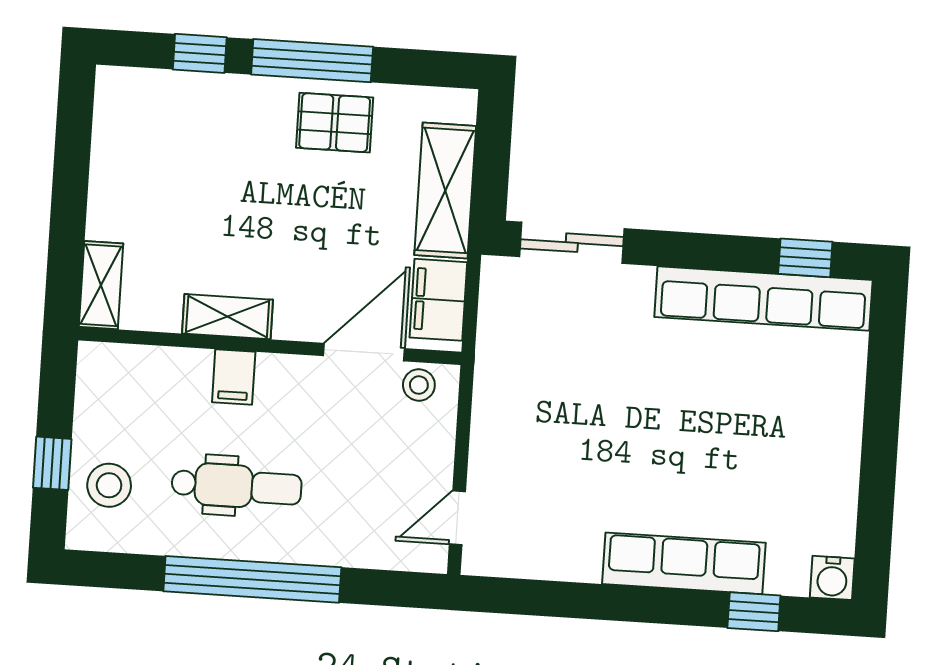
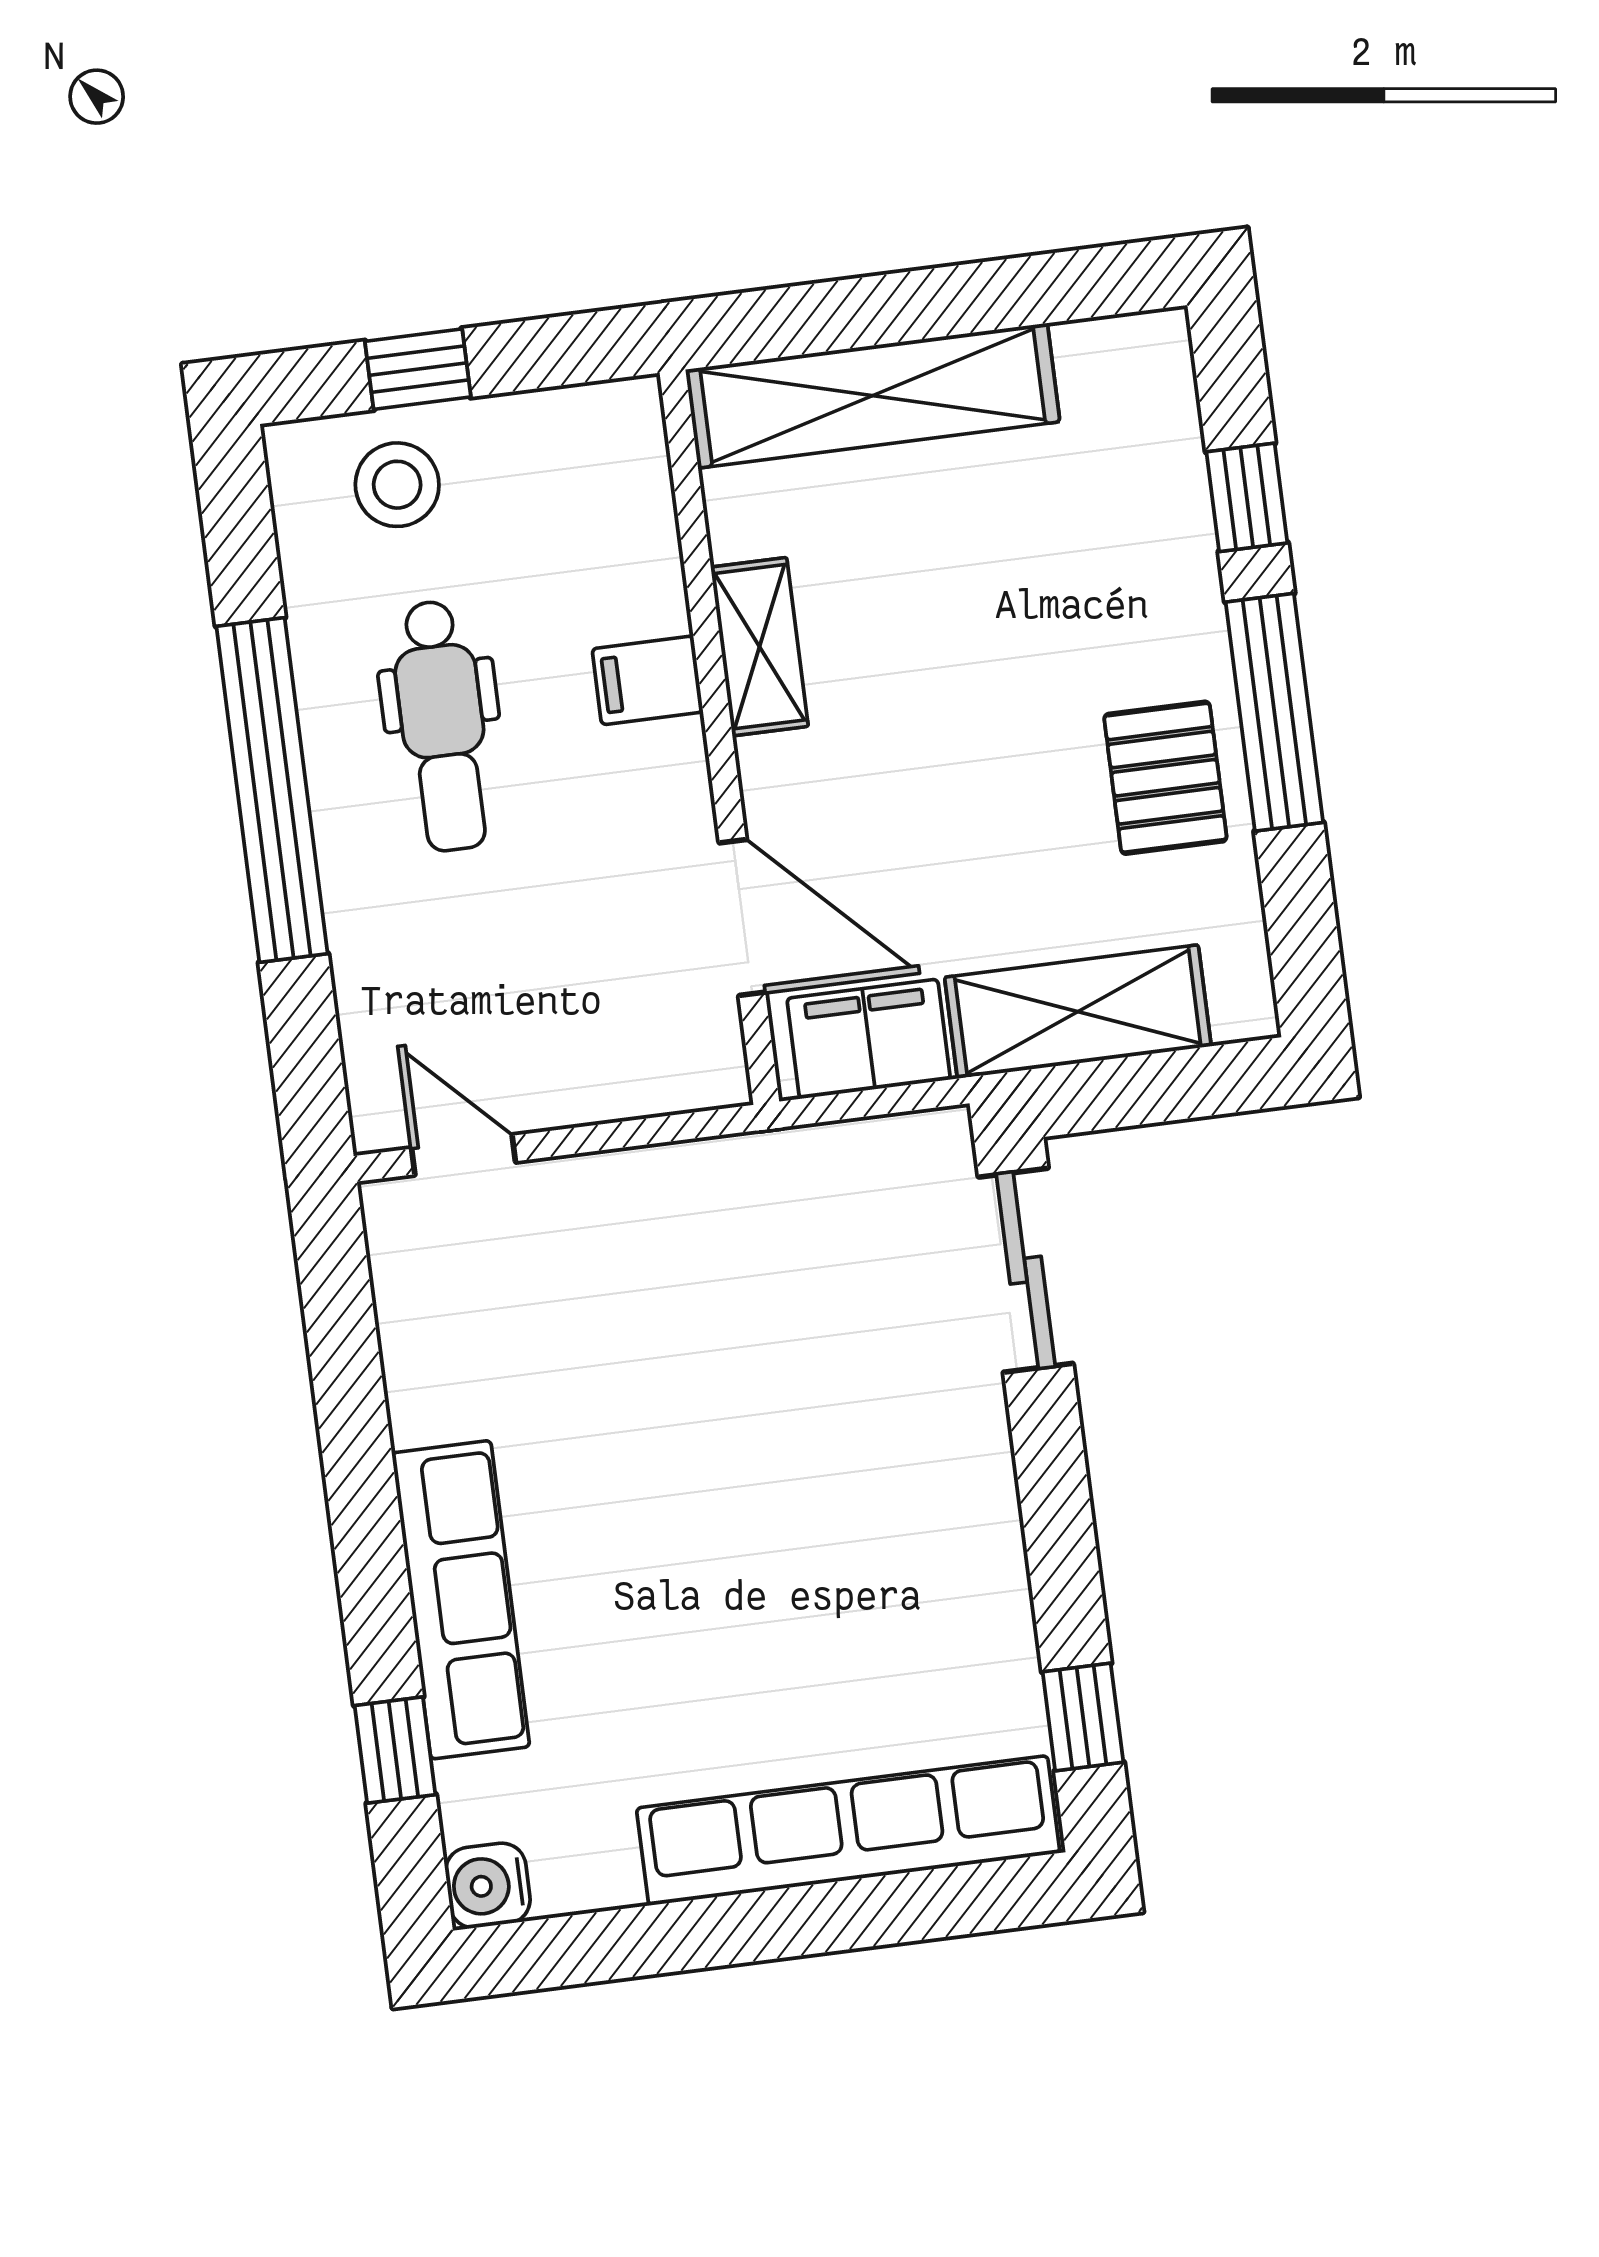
shelving: (101, 285) -> (873, 396), width x2.20, depth x1.33
row of seats: (763, 299) -> (848, 1831), moved, turned 90
stool: (419, 385) -> (701, 1033), removed

